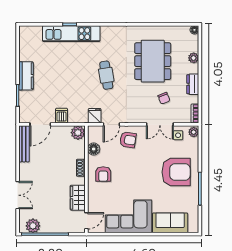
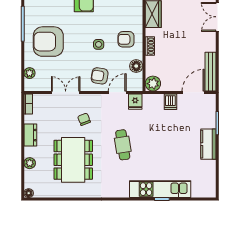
chair: (164, 98) -> (84, 119), moved
plant: (194, 132) -> (30, 73), moved
side table: (178, 135) -> (99, 44), moved
armchair: (103, 174) -> (126, 39), turned -90

